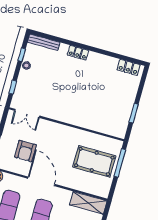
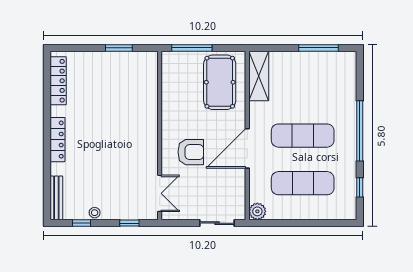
locker: (78, 53) -> (57, 140), width x1.53
locker: (129, 67) -> (58, 81), width x1.53
armchair: (25, 151) -> (191, 152), moved
pool table: (94, 161) -> (220, 82), moved

